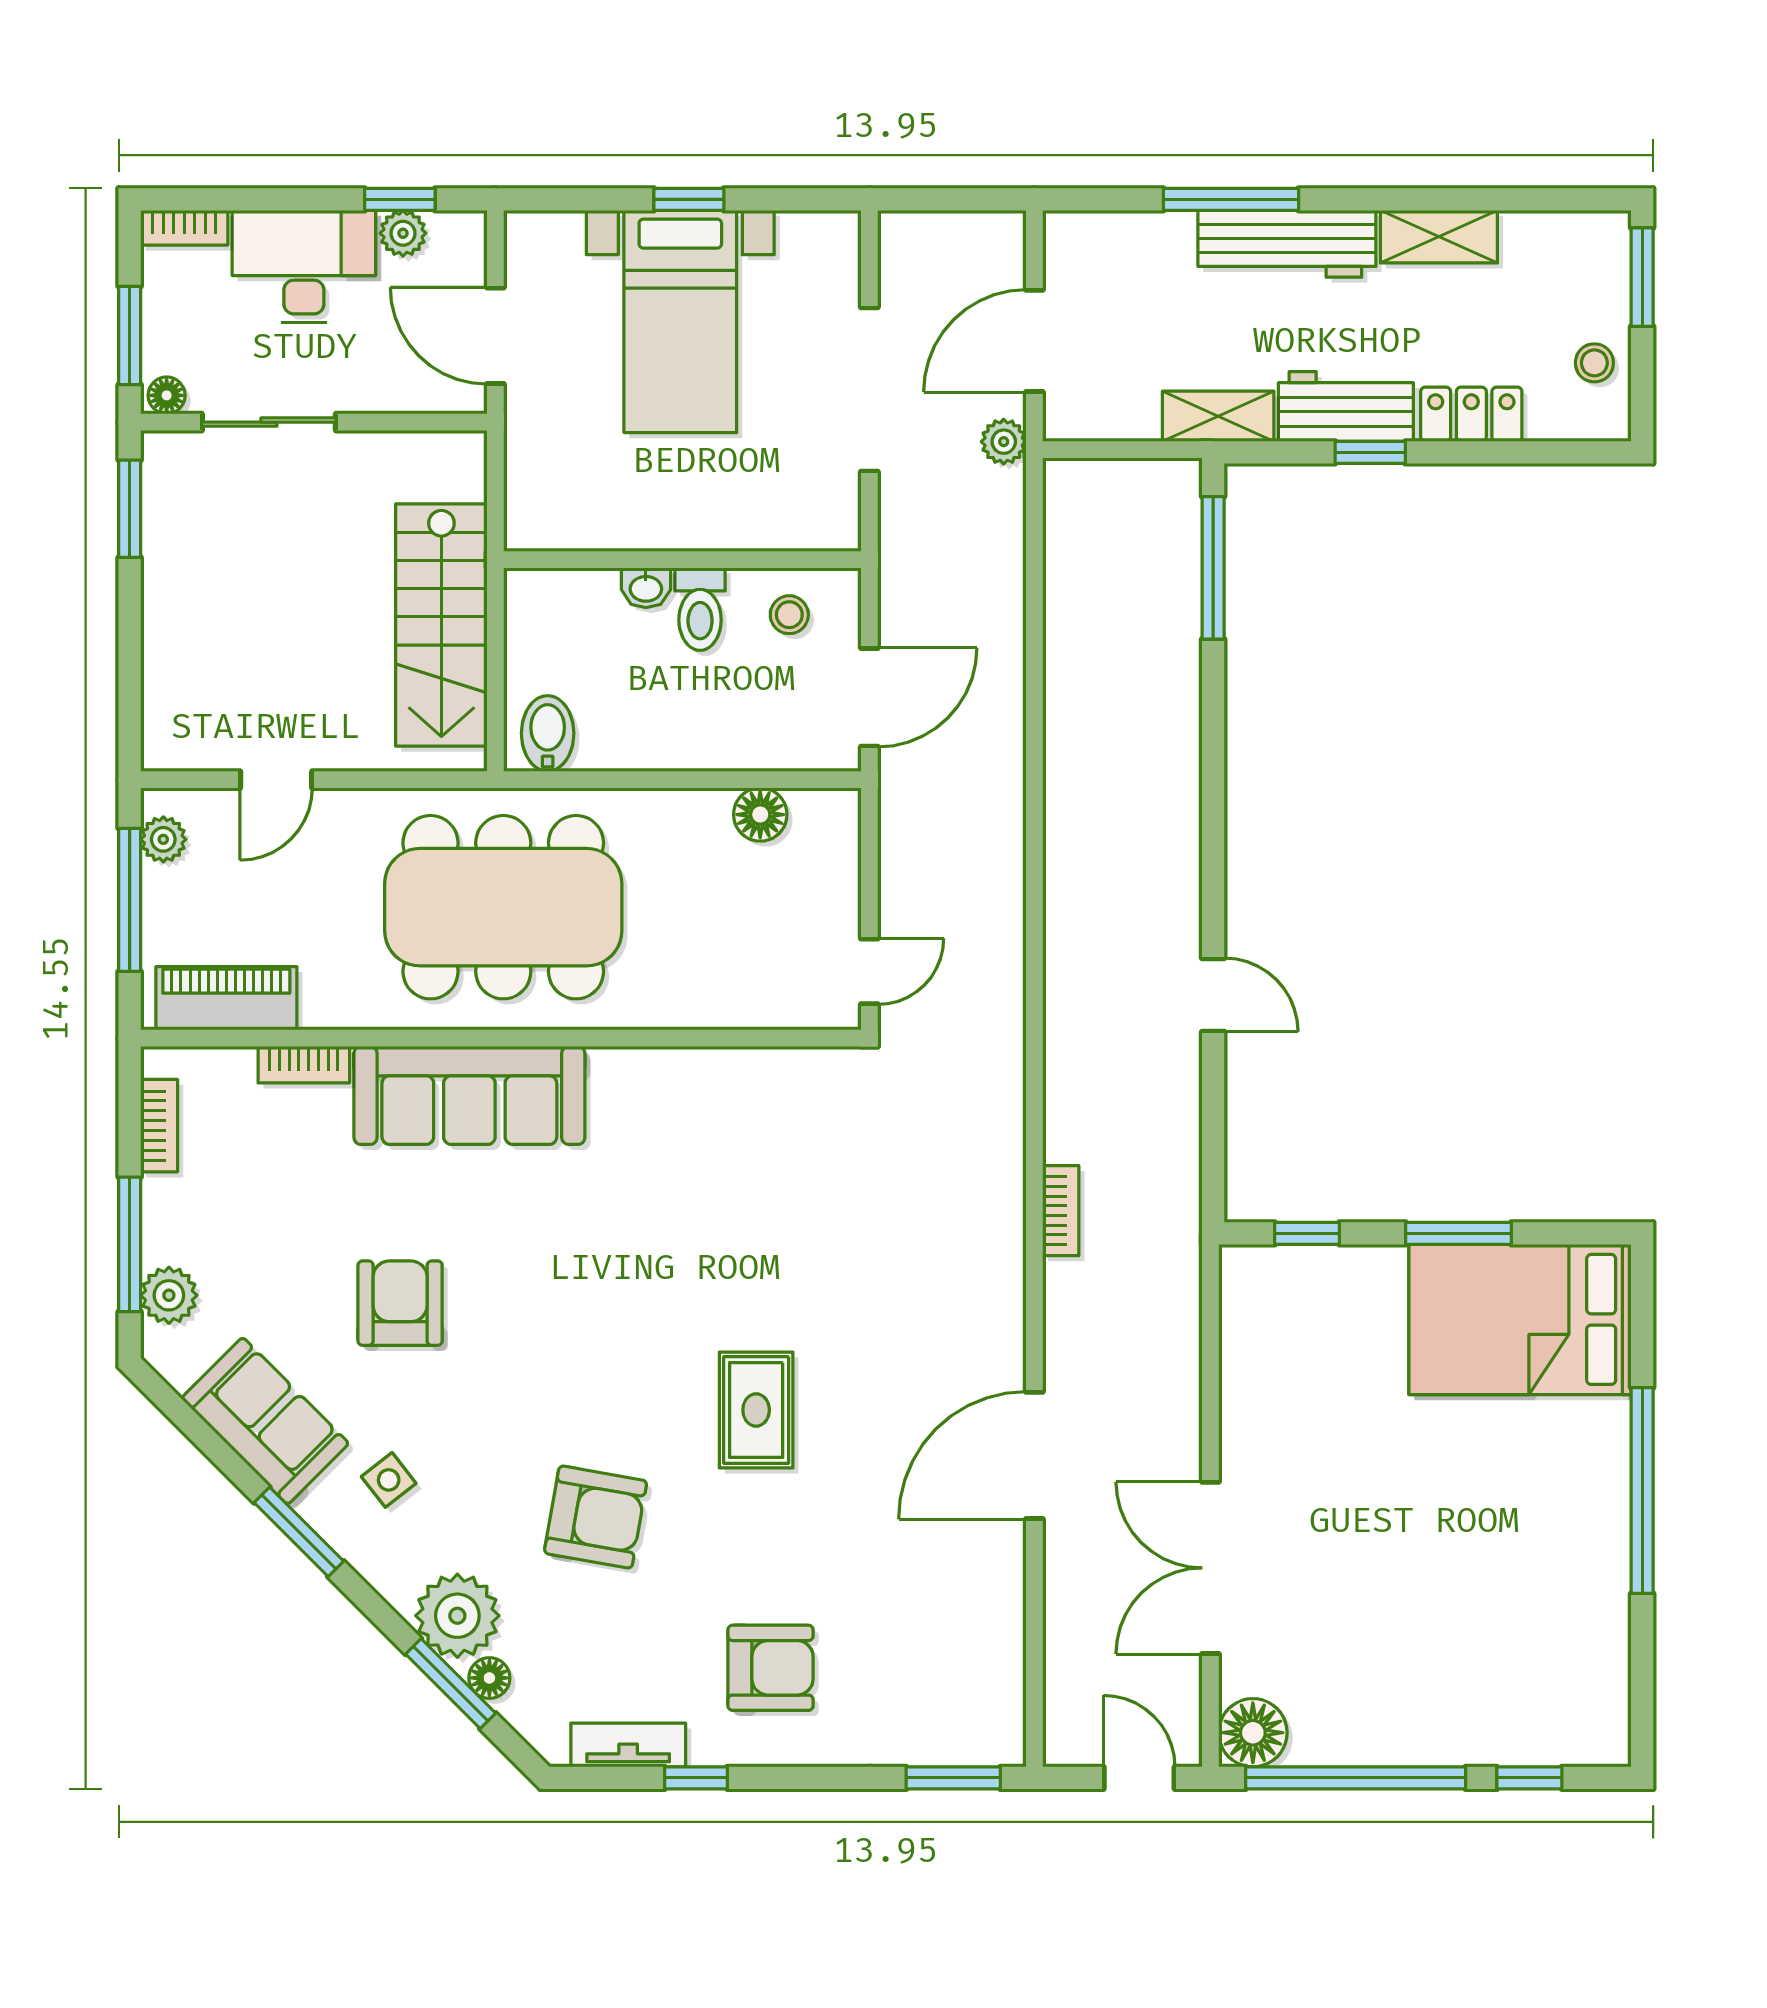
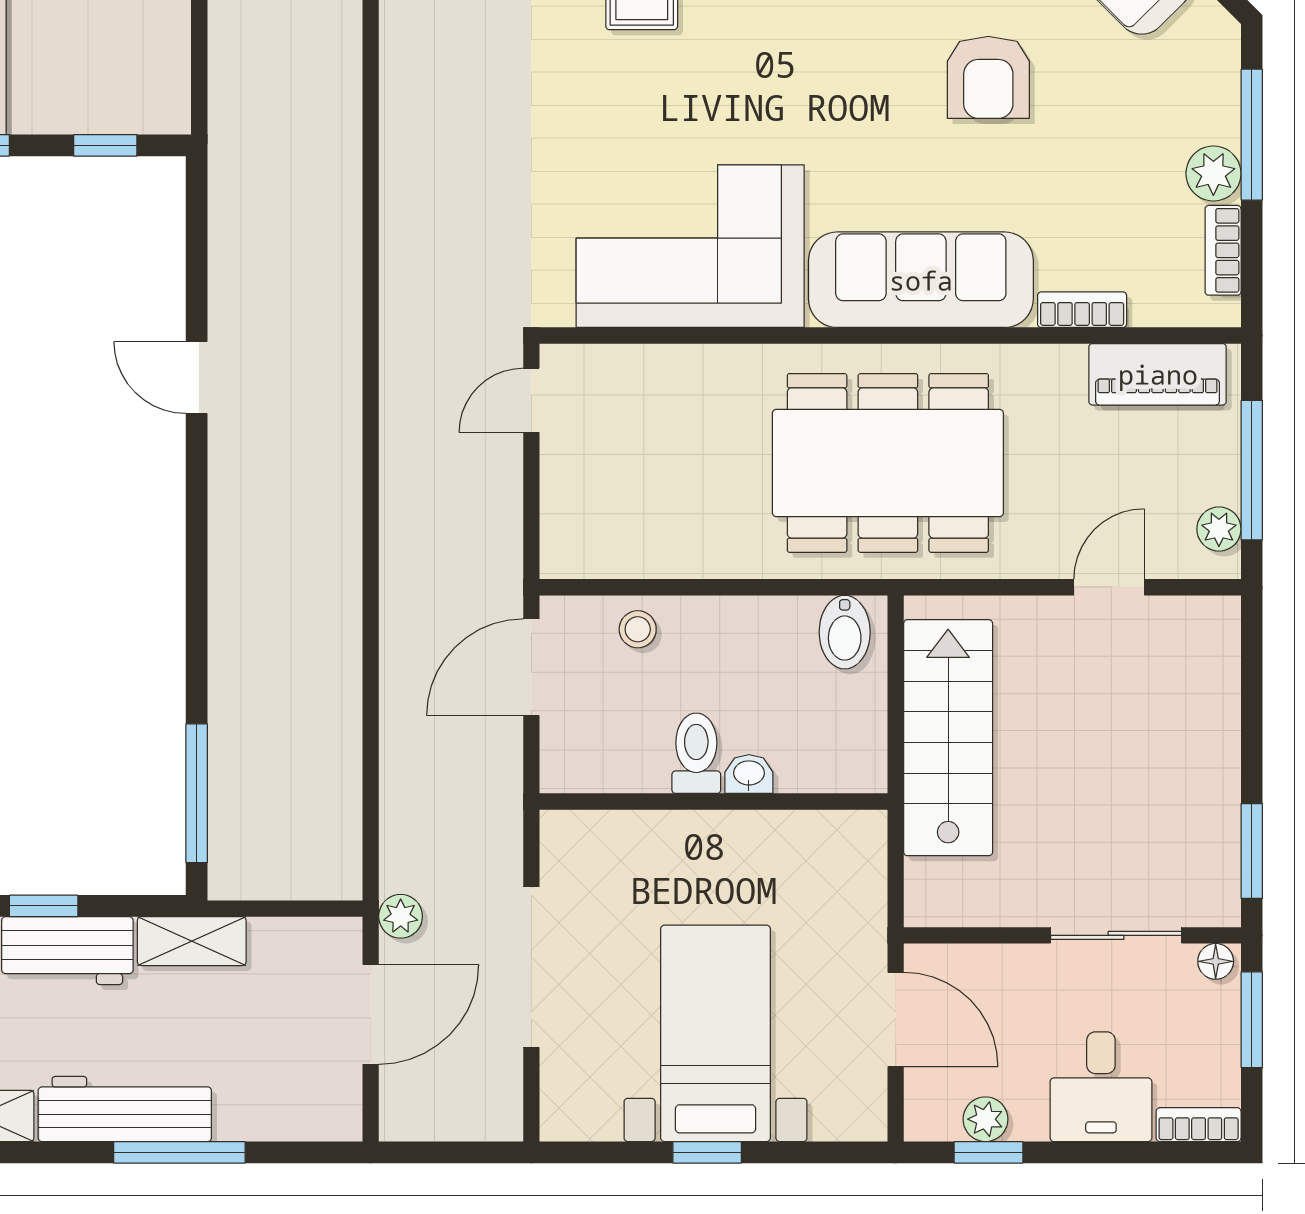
desk: (304, 267) -> (1101, 1087), width x0.73
stool: (789, 615) -> (638, 629), moved
floor lamp: (760, 815) -> (638, 553), removed
corner sofa: (706, 1130) -> (690, 246), added
bookcase: (1061, 1211) -> (345, 168), removed
plant: (169, 1295) -> (1213, 174), moved

